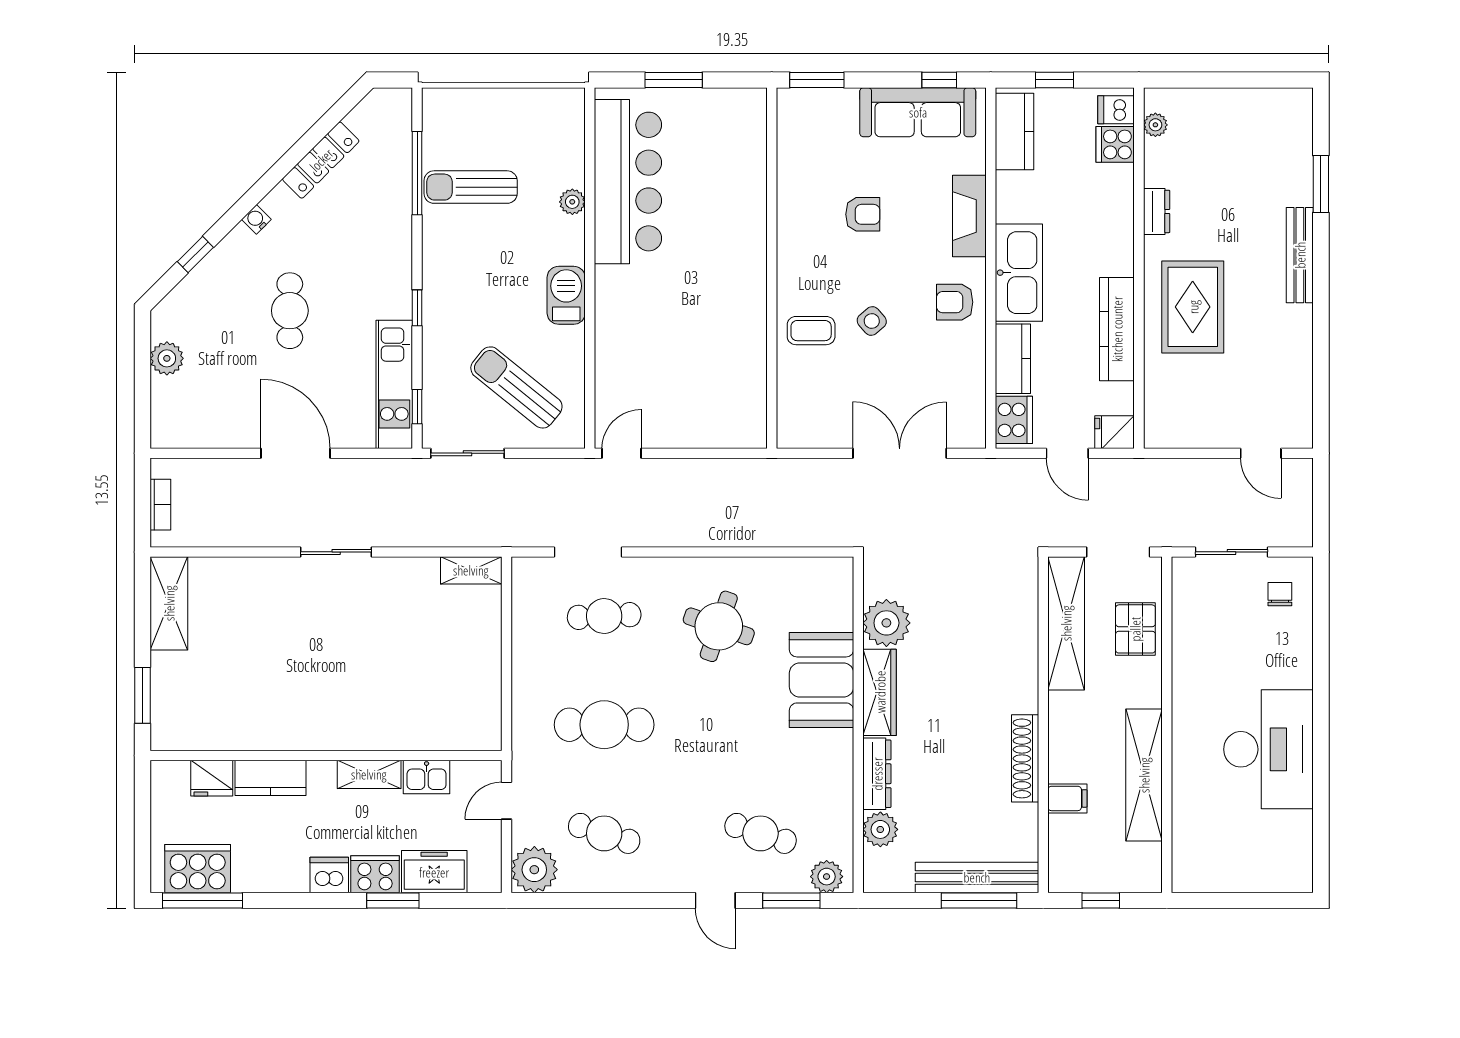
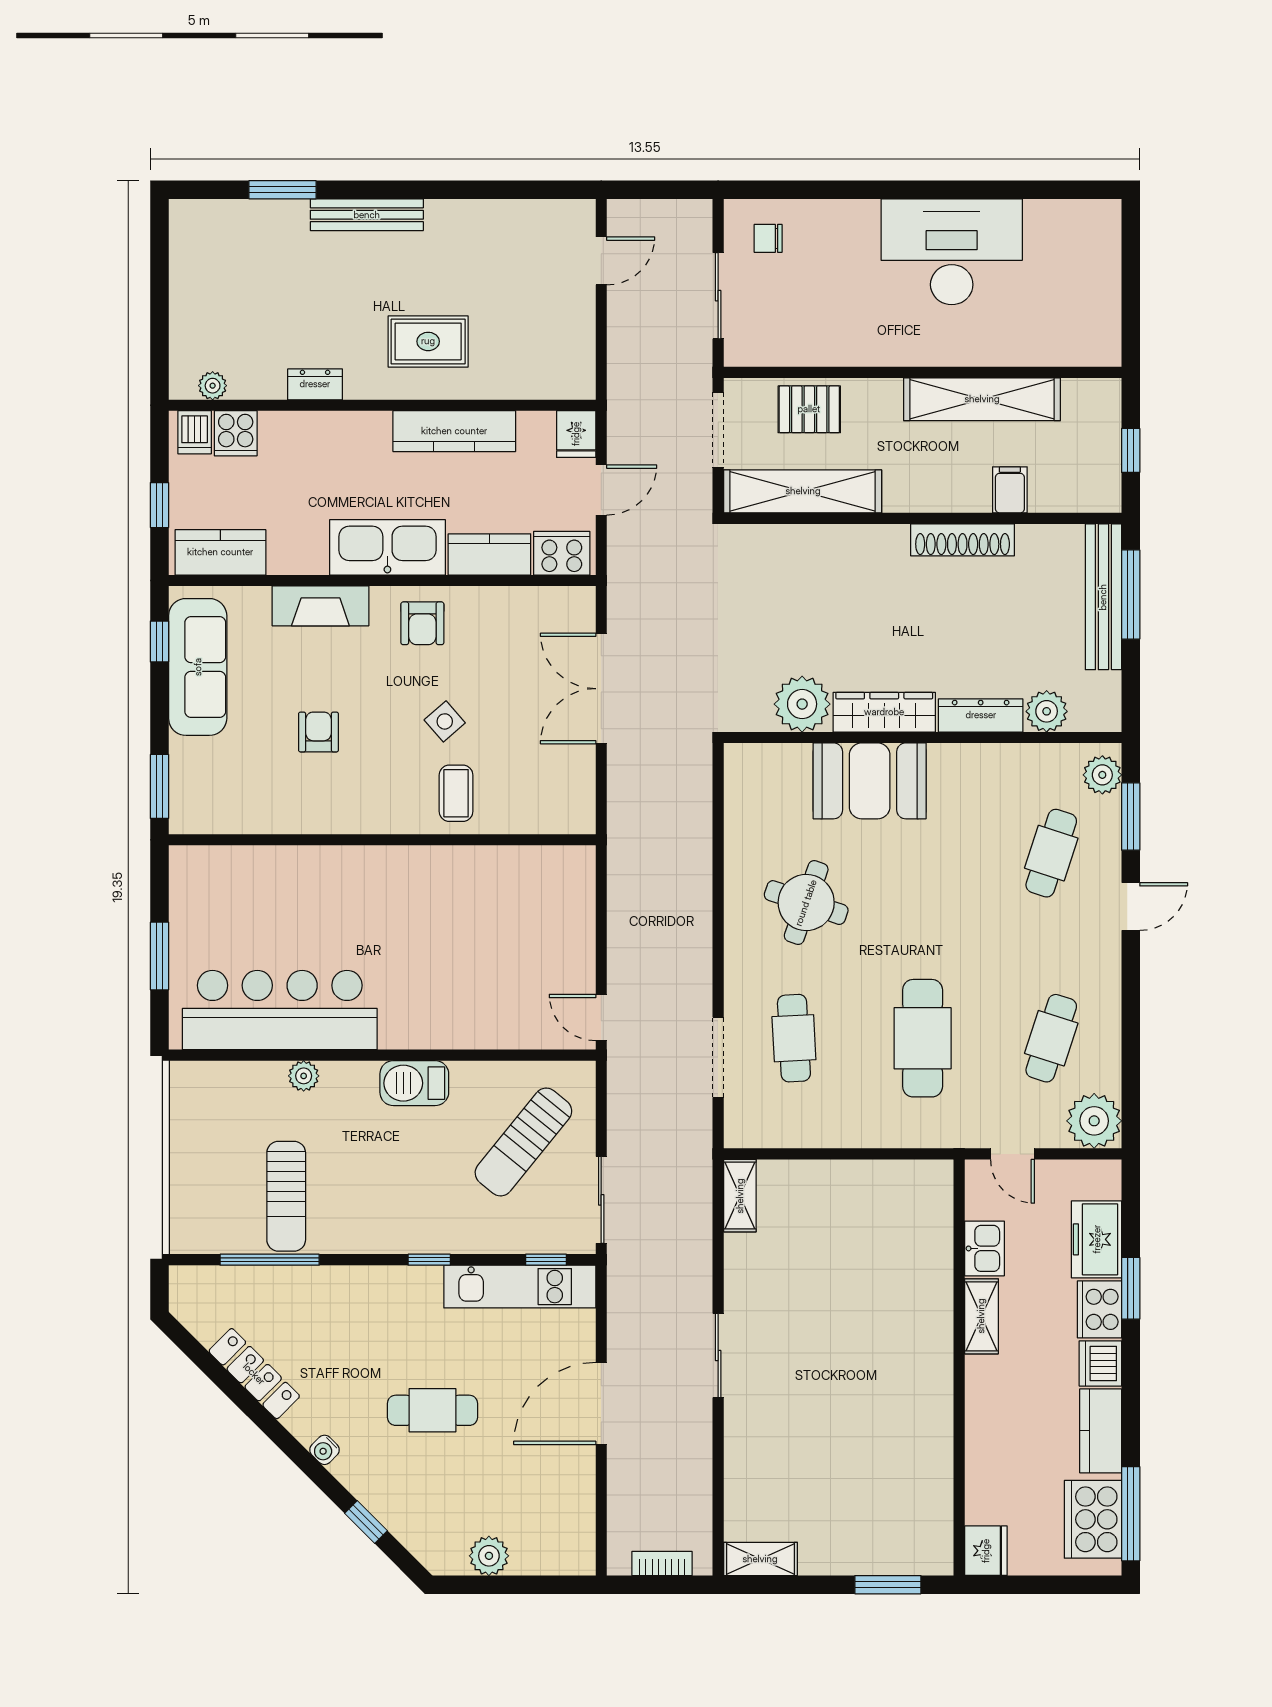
rug: (1193, 307) -> (428, 341), width x0.73, depth x0.70
shelving: (169, 603) -> (760, 1559), width x0.67, depth x0.75
fridge: (212, 778) -> (986, 1551), moved
kitchen counter: (271, 778) -> (1101, 1431), moved, turned 180

